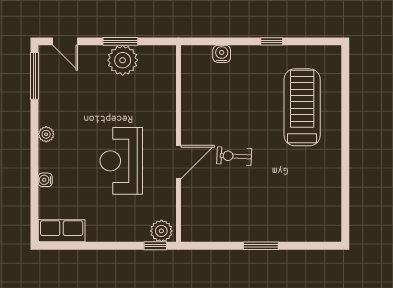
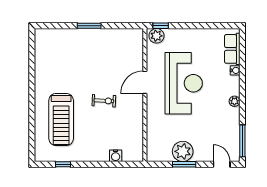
window: (272, 41) -> (63, 164), moved
exercise bike: (234, 156) -> (104, 101), moved
reception desk: (121, 161) -> (184, 83), width x1.36, depth x1.30
row of seats: (62, 231) -> (232, 49), moved, turned 90

